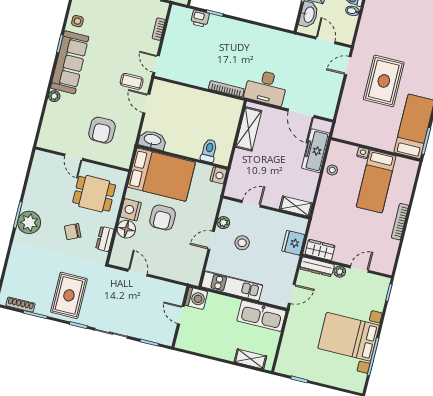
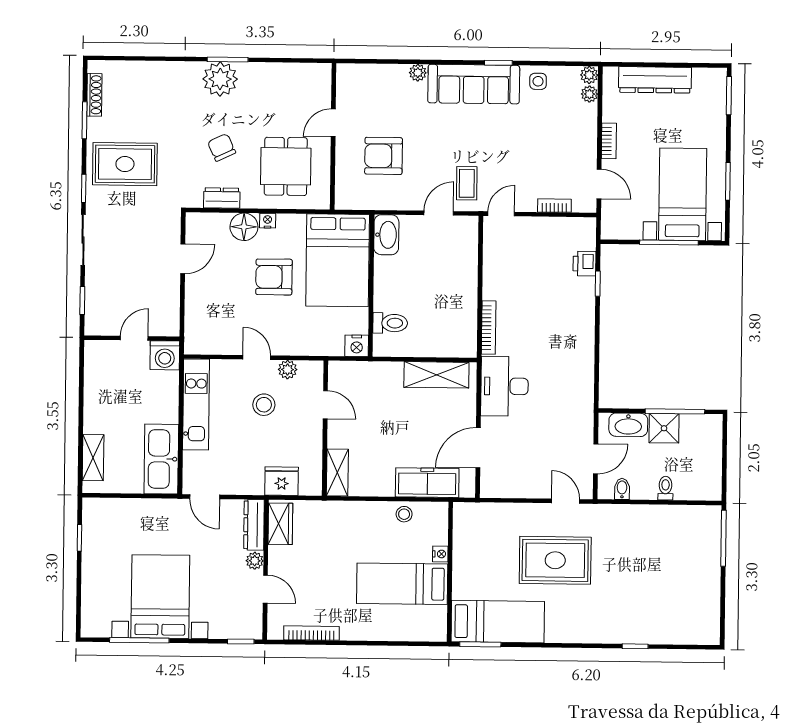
bidet: (353, 11) -> (622, 489), moved
nightstand: (131, 210) -> (268, 221), width x0.53, depth x0.56
bookcase: (400, 222) -> (311, 633), moved

